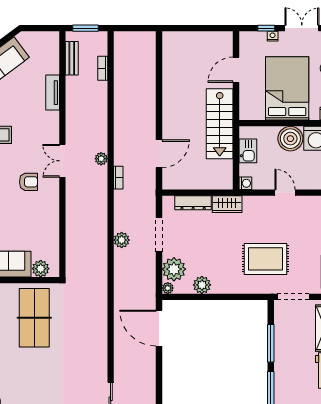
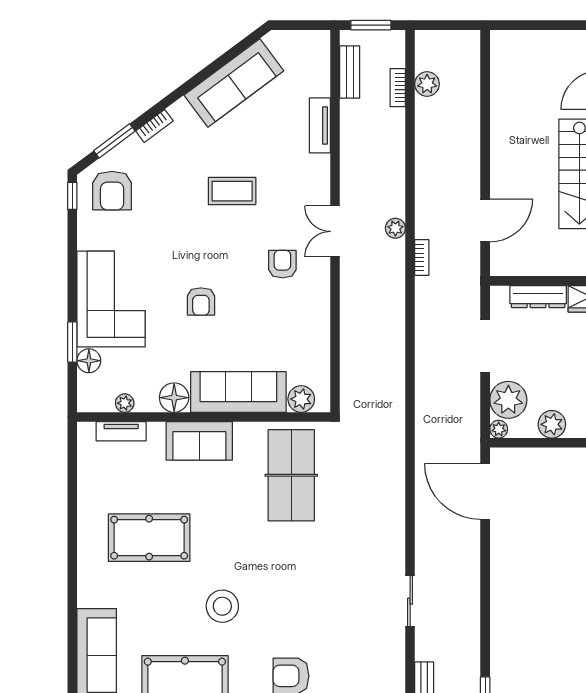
armchair: (28, 182) -> (282, 264), turned -90
plant: (122, 240) -> (427, 84), moved

